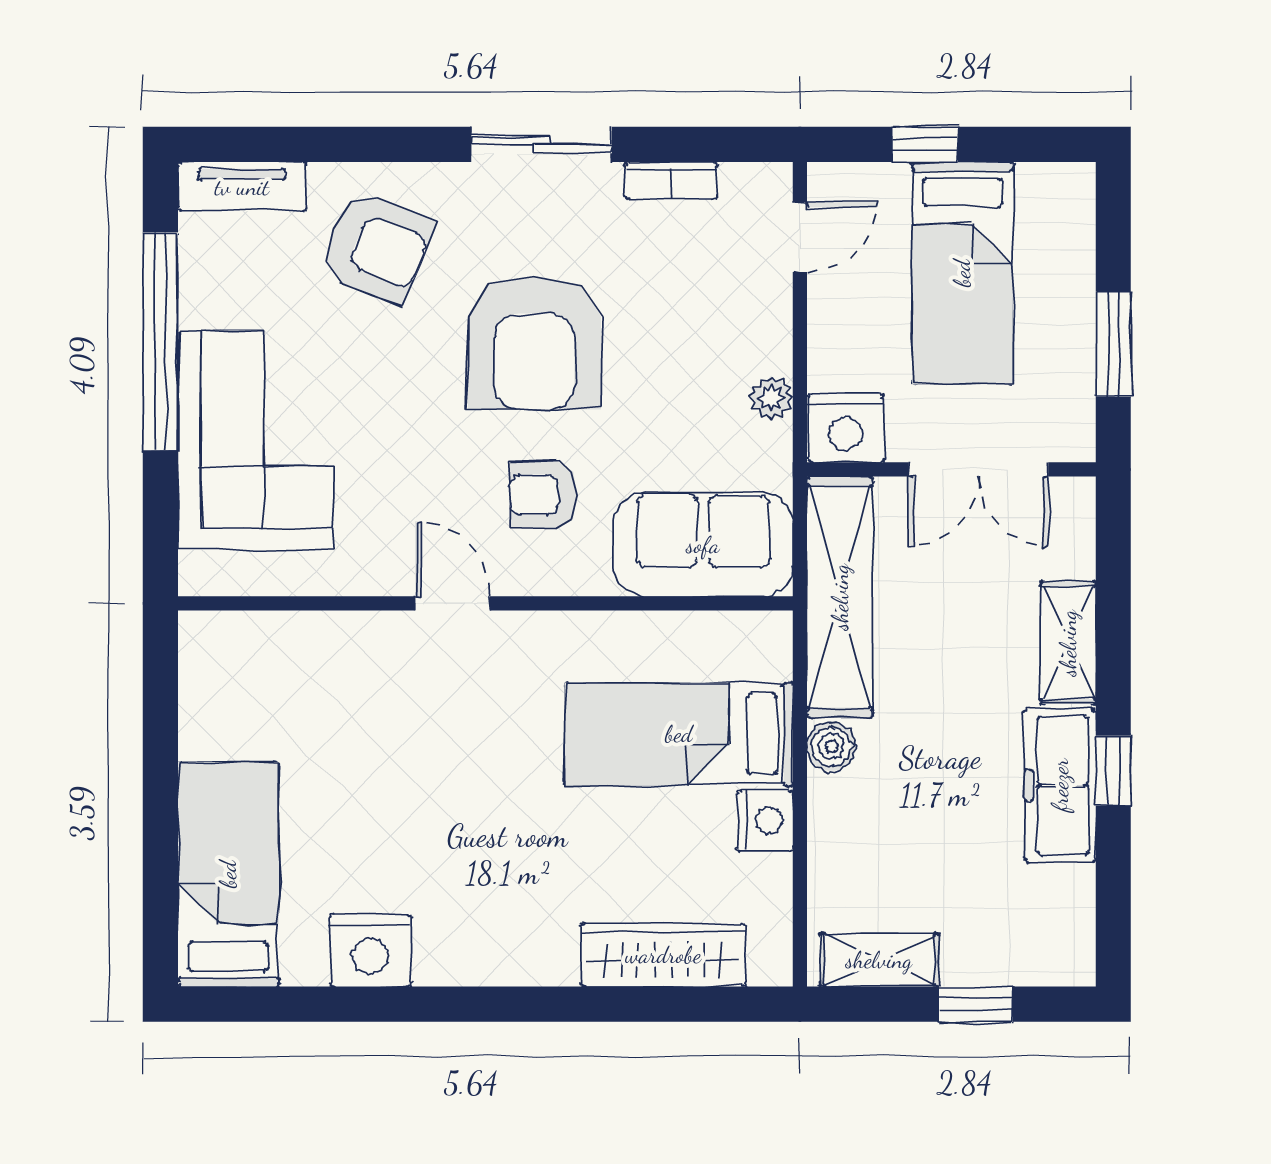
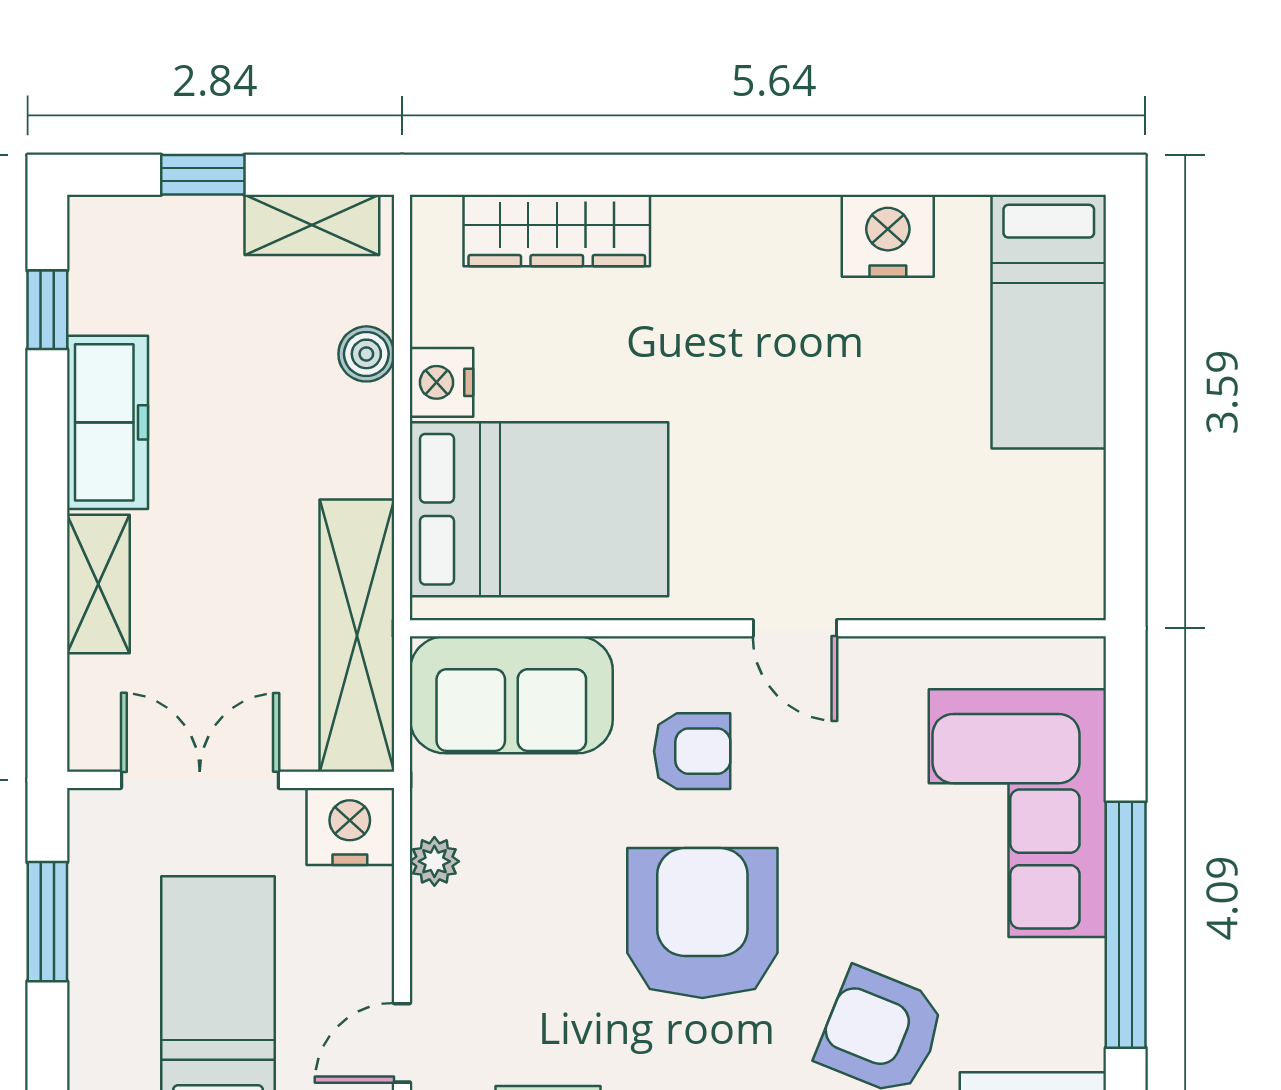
bed: (679, 734) -> (539, 509), width x1.50
boiler: (831, 746) -> (366, 354), moved
window: (1113, 771) -> (47, 310), moved

